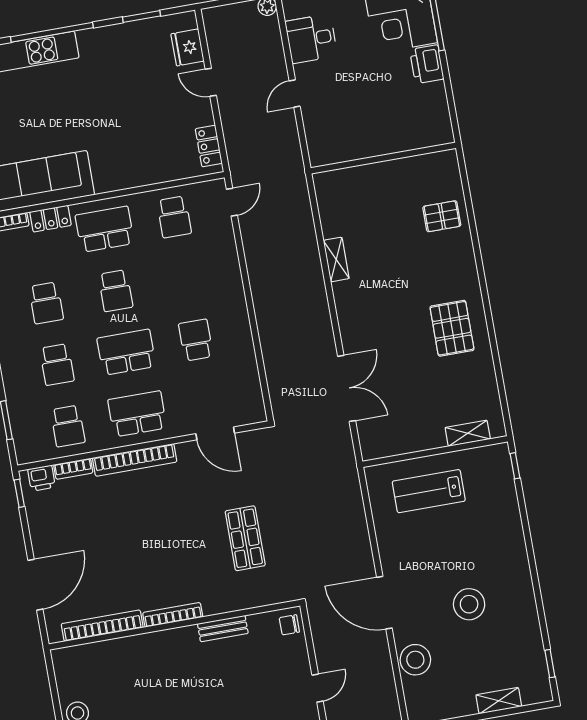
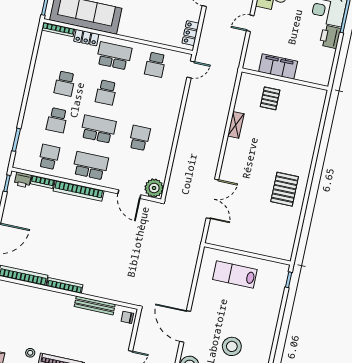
filing cabinet: (365, 143) -> (278, 67), added
pallet: (442, 216) -> (270, 98), moved, turned 90
plant: (250, 408) -> (154, 188), added
school desk: (68, 426) -> (49, 157), turned 180
shelving: (468, 433) -> (270, 251), removed
shop shelf: (245, 538) -> (122, 259), removed
bench: (223, 629) -> (95, 305), width x1.36

